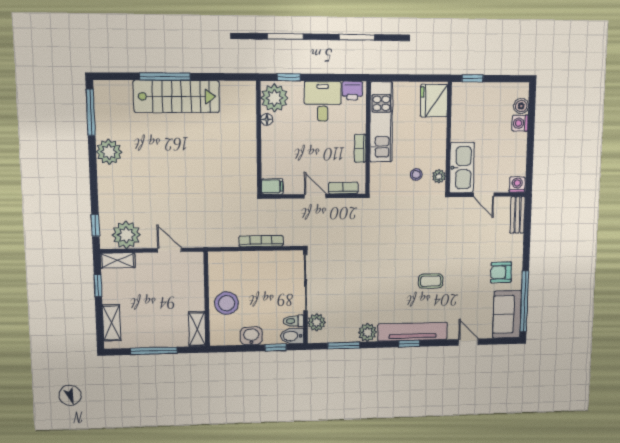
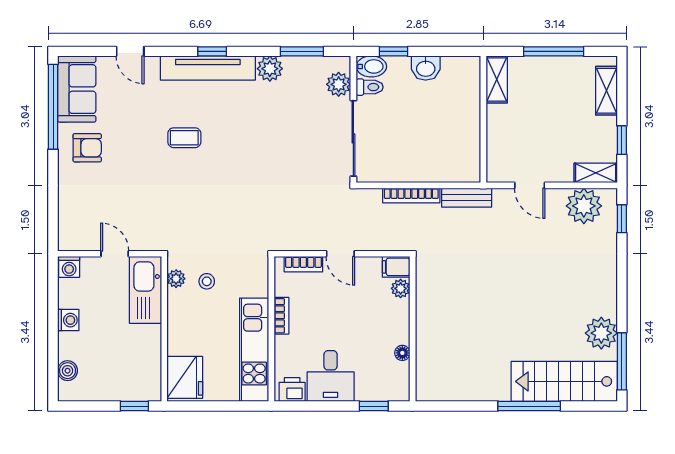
stairs: (177, 96) -> (564, 381), moved
plant: (274, 98) -> (401, 288), moved, width x0.53, depth x0.53
washing machine: (520, 123) -> (68, 320), moved
plant: (109, 152) -> (601, 333), moved
bench: (518, 215) -> (467, 198), moved, turned 90
stool: (227, 303) -> (458, 113), removed

